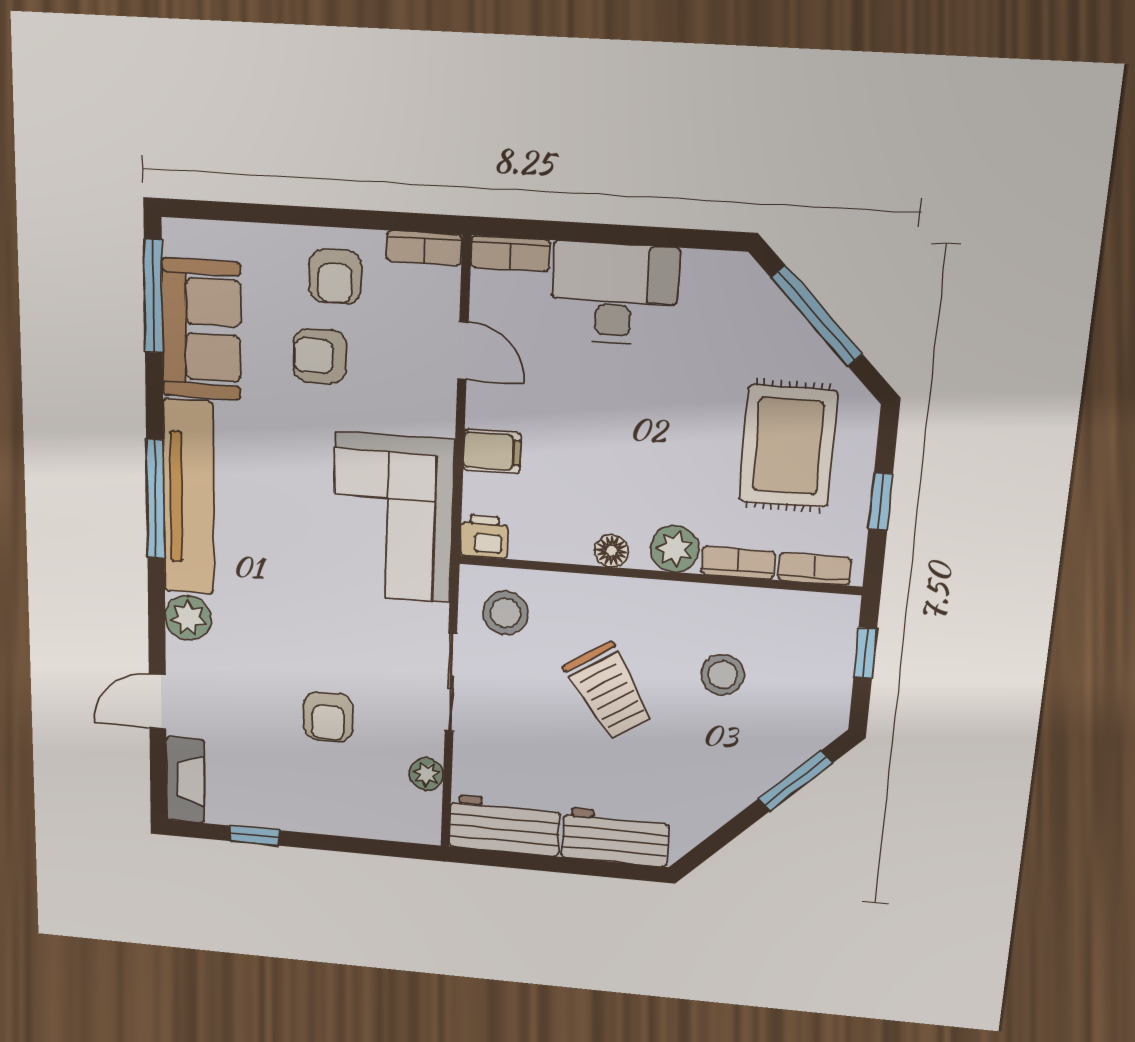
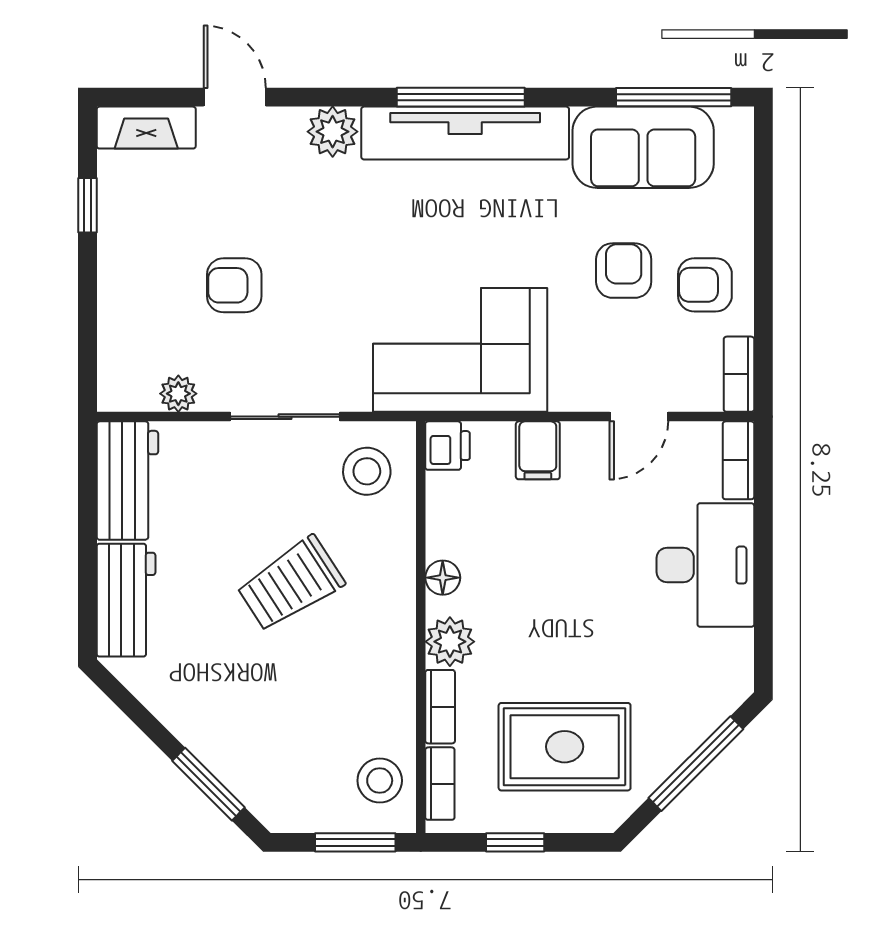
window: (865, 653) -> (355, 842), width x1.50
stool: (723, 675) -> (380, 781), moved

